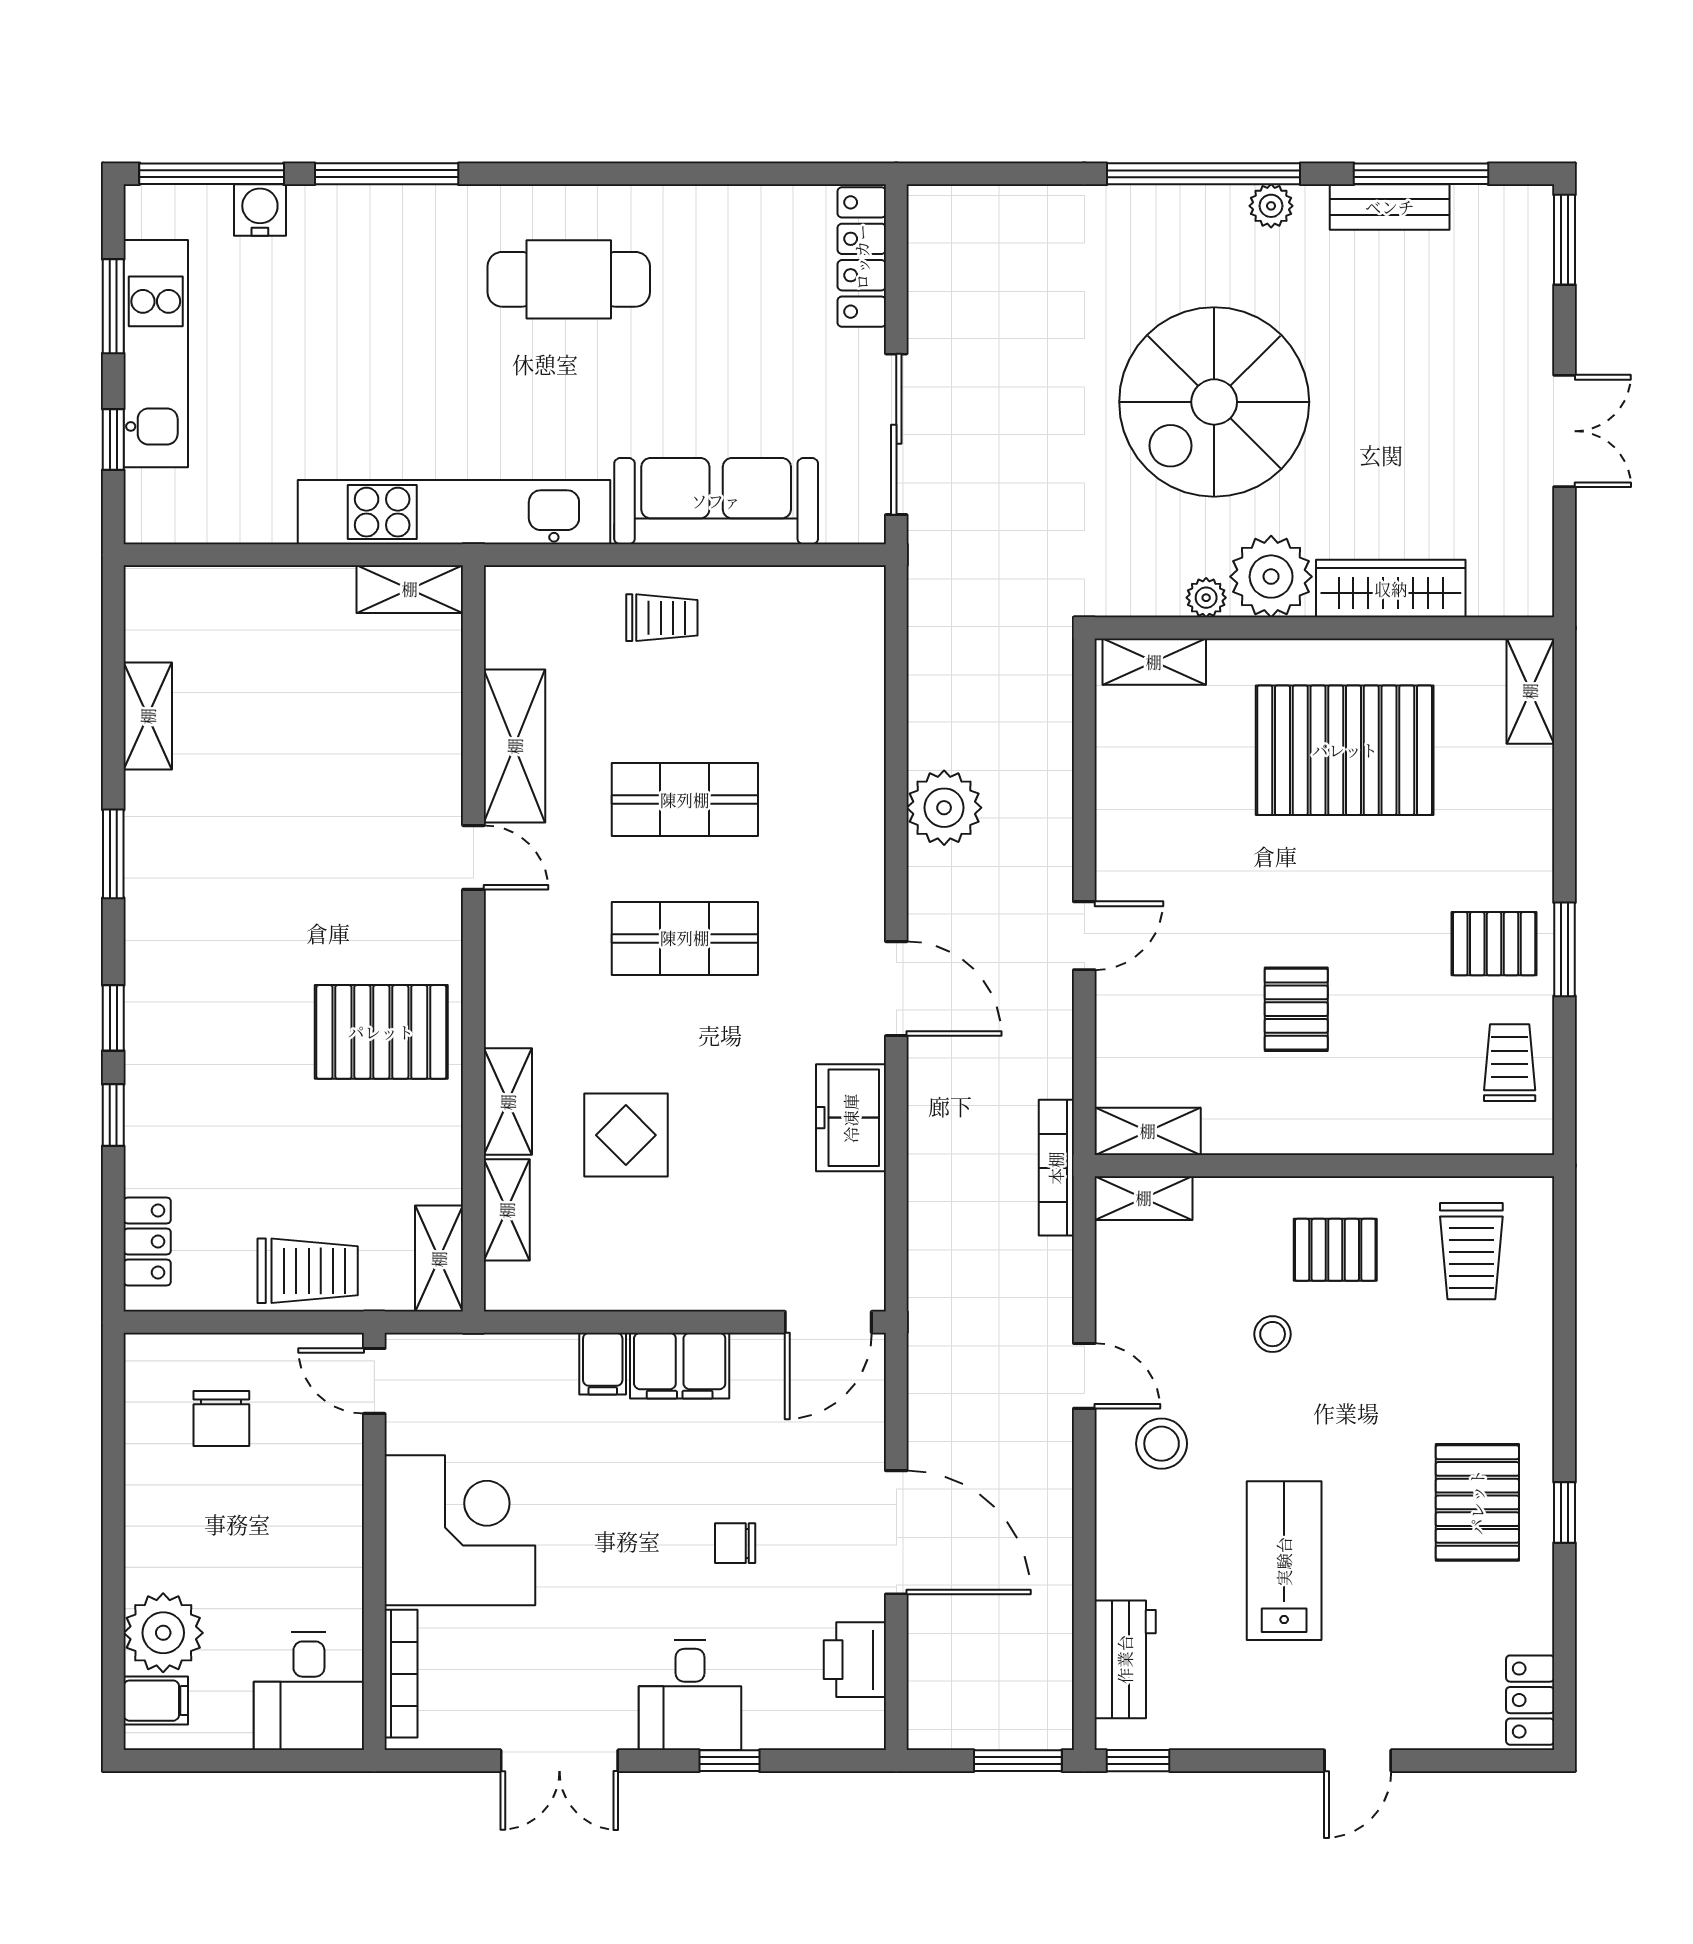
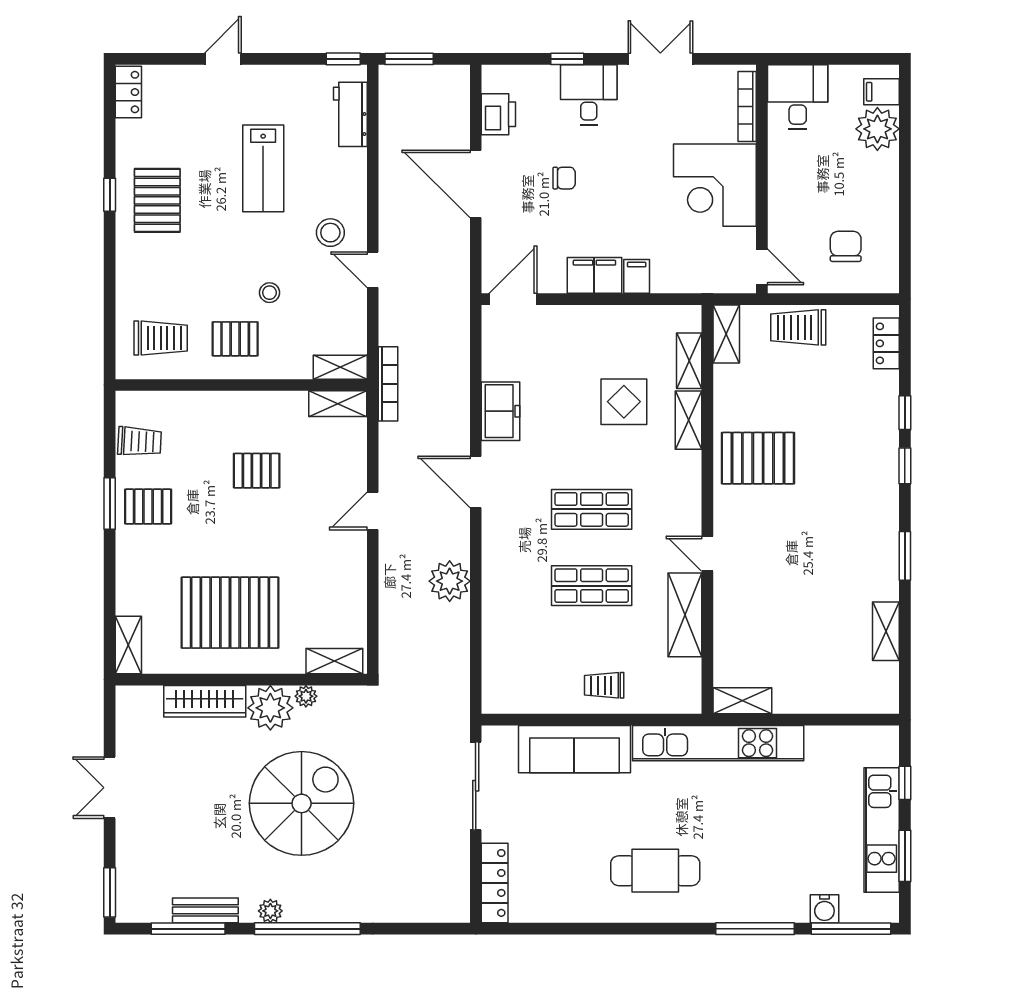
pallet: (1296, 1009) -> (257, 471), turned 90
trolley: (1510, 1063) -> (140, 441), turned -87
trolley: (1471, 1251) -> (161, 338), turned 90

